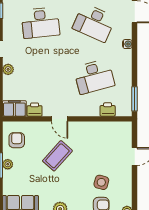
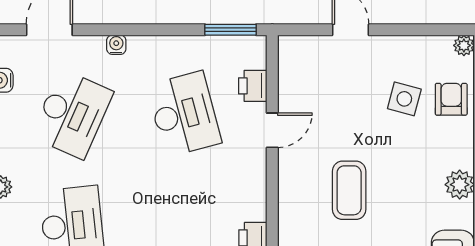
door: (60, 119) -> (272, 130), moved
coffee table: (57, 156) -> (349, 190), turned 48

